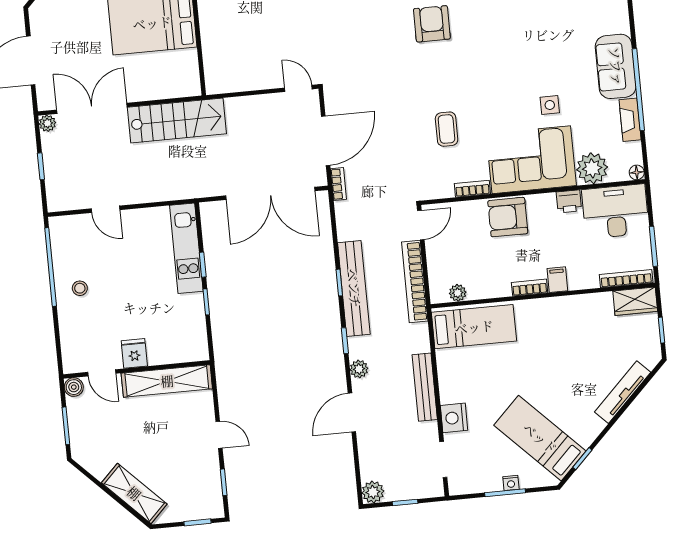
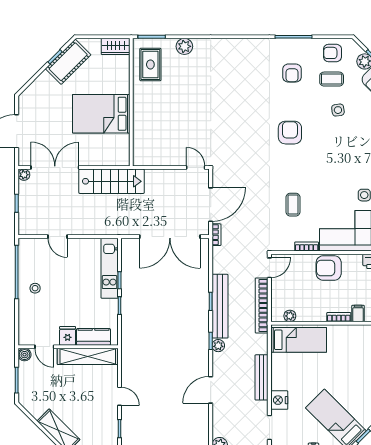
kitchen counter: (172, 351) -> (93, 337), added
plant: (359, 369) -> (218, 346), moved

